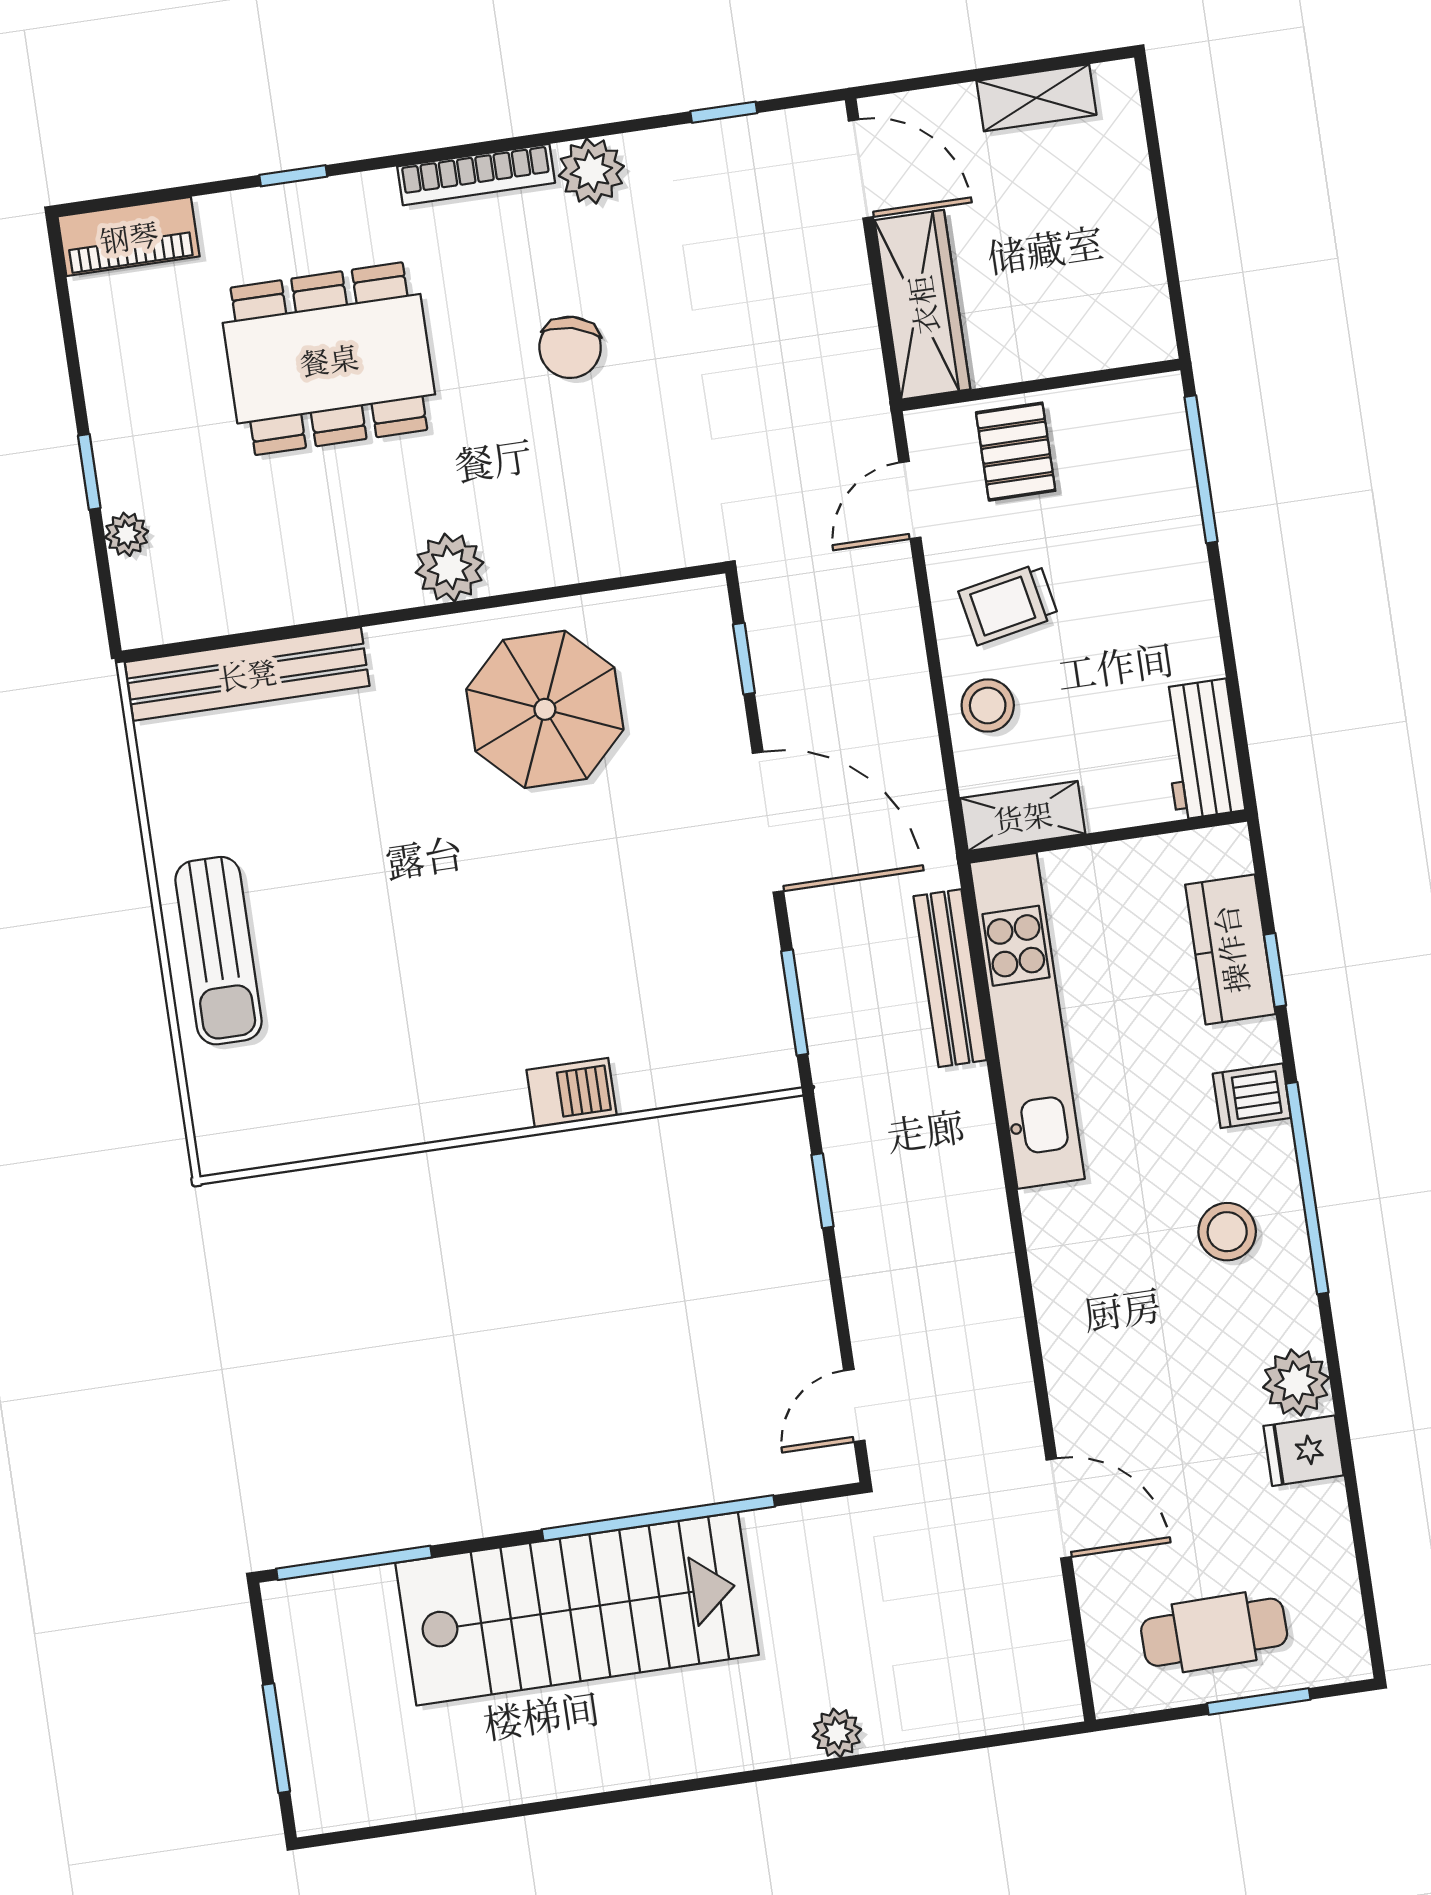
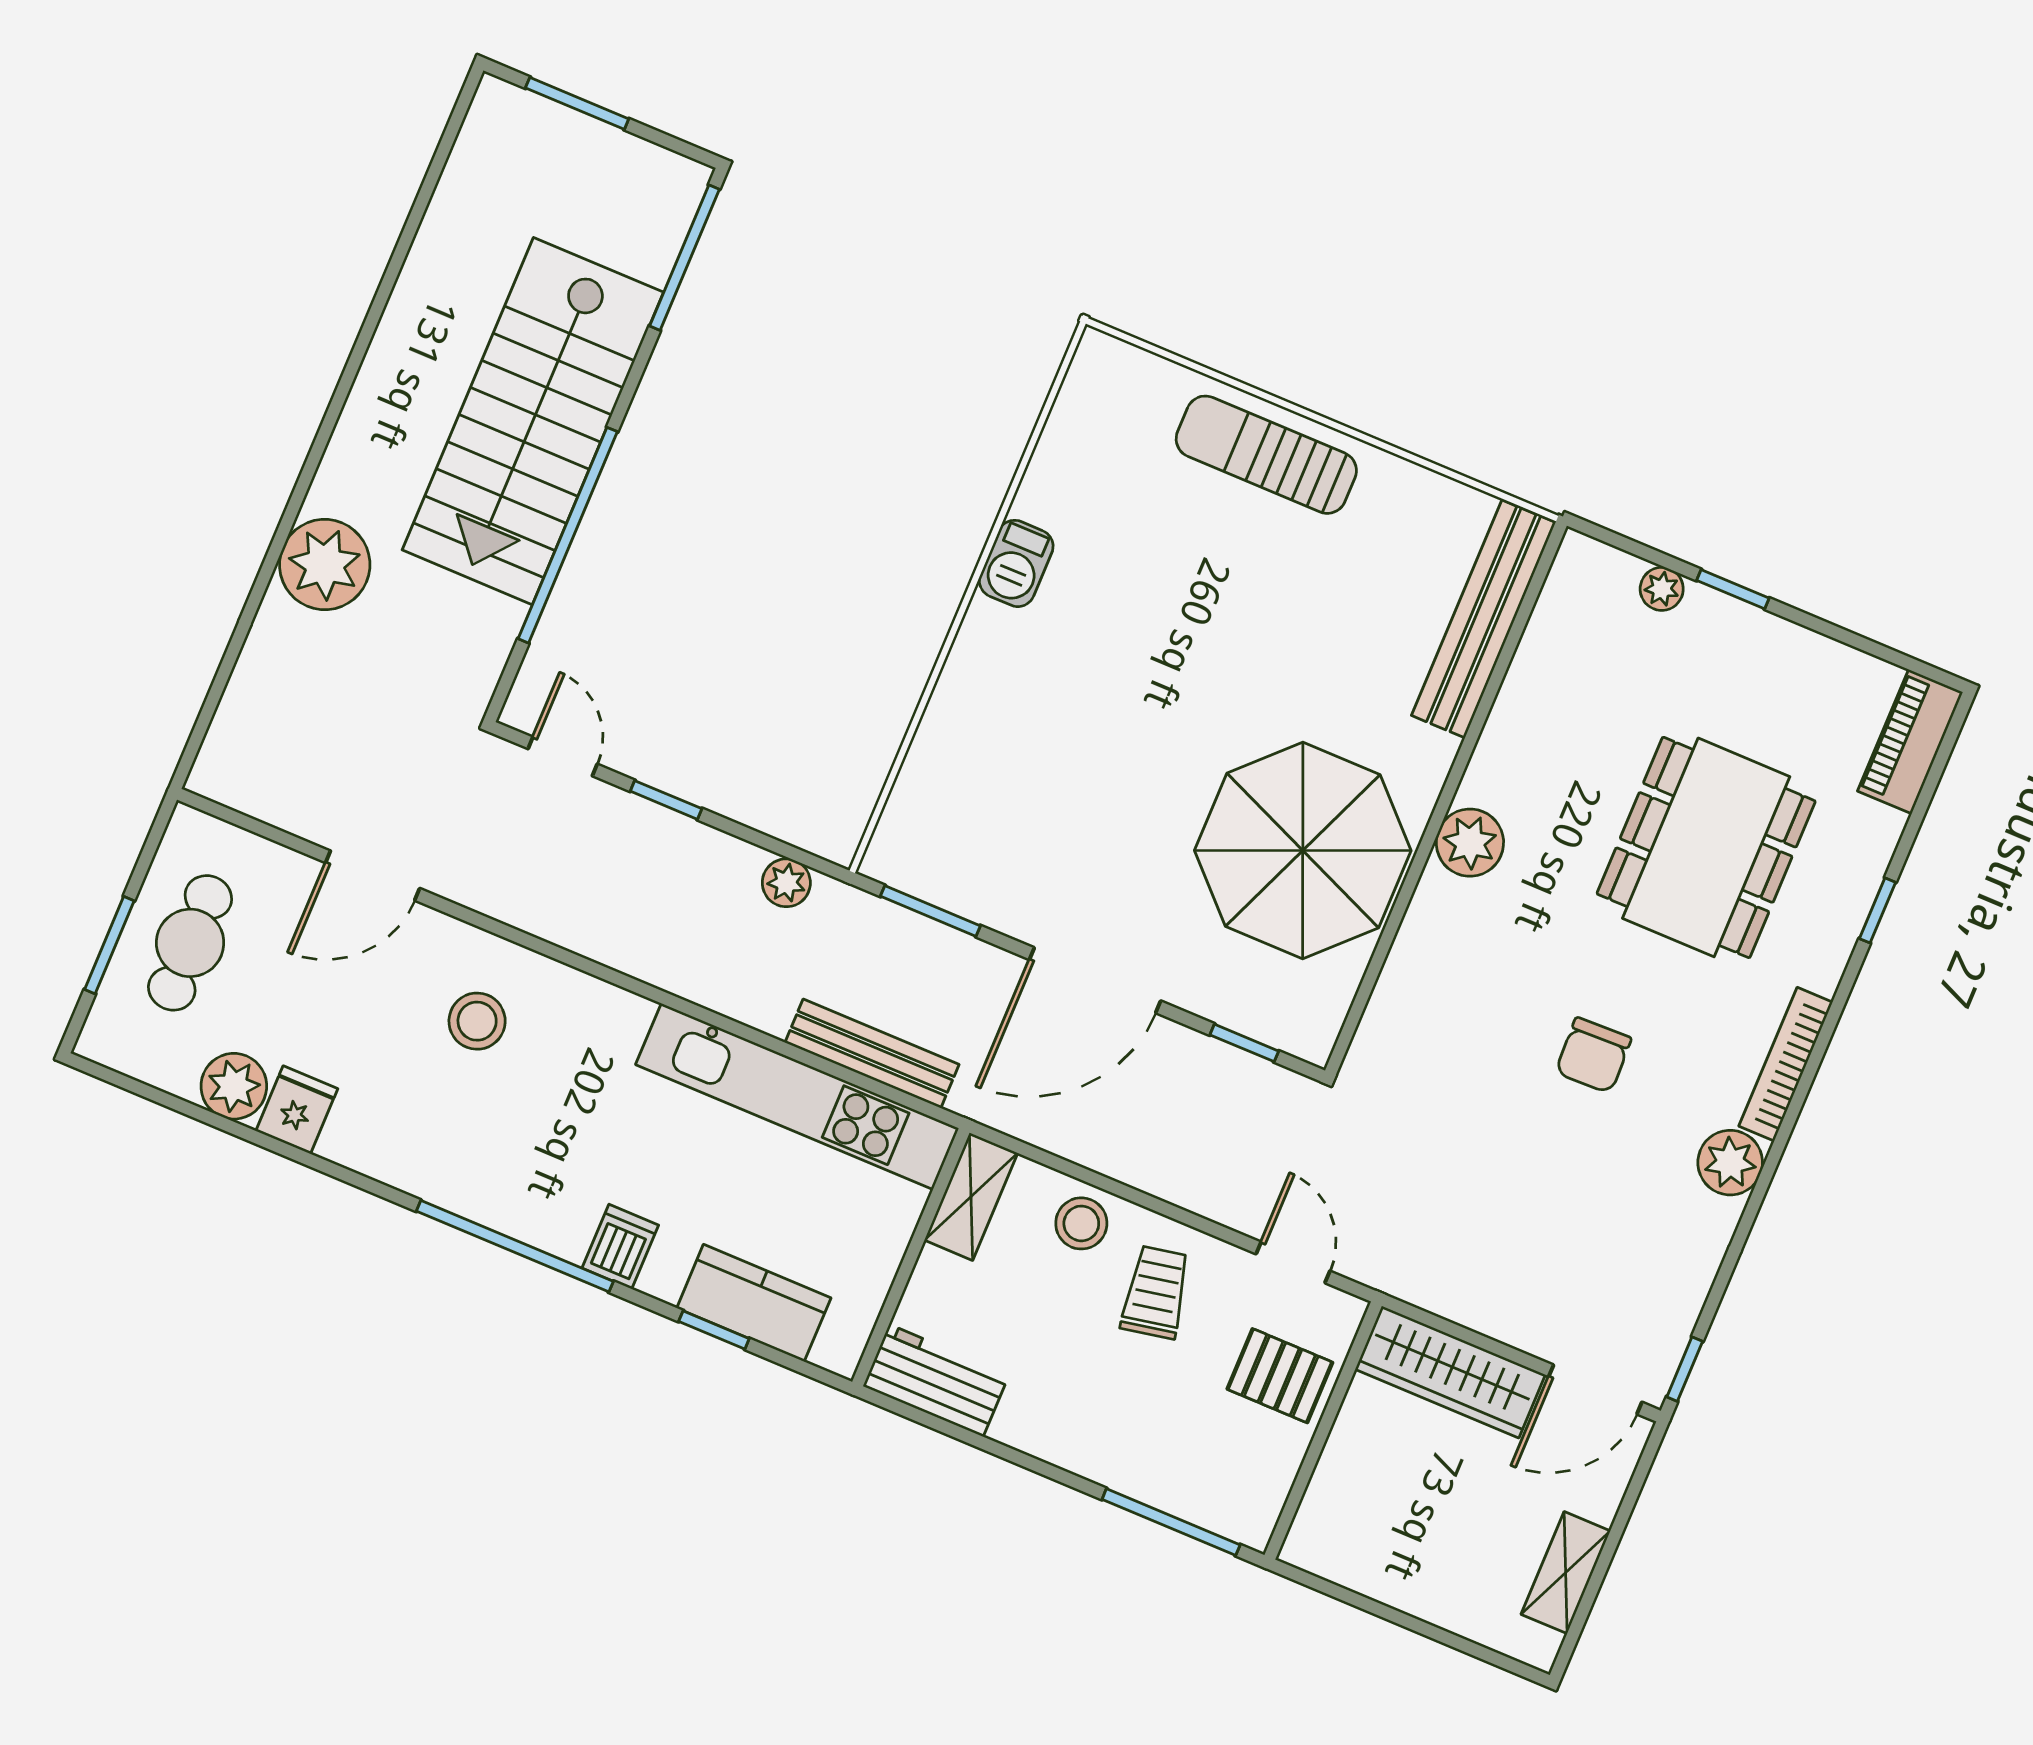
window: (724, 112) -> (1685, 1369), moved
chair: (570, 347) -> (1593, 1055), turned -106
parasol: (545, 709) -> (1303, 850), width x1.36, depth x1.36
barbecue: (572, 1093) -> (1016, 563), moved
plant: (846, 1143) -> (786, 883), added
window: (822, 1191) -> (666, 800), moved
stool: (1227, 1232) -> (477, 1021), moved
plant: (1296, 1382) -> (234, 1086), moved
plant: (837, 1733) -> (325, 565), width x1.88, depth x1.88

